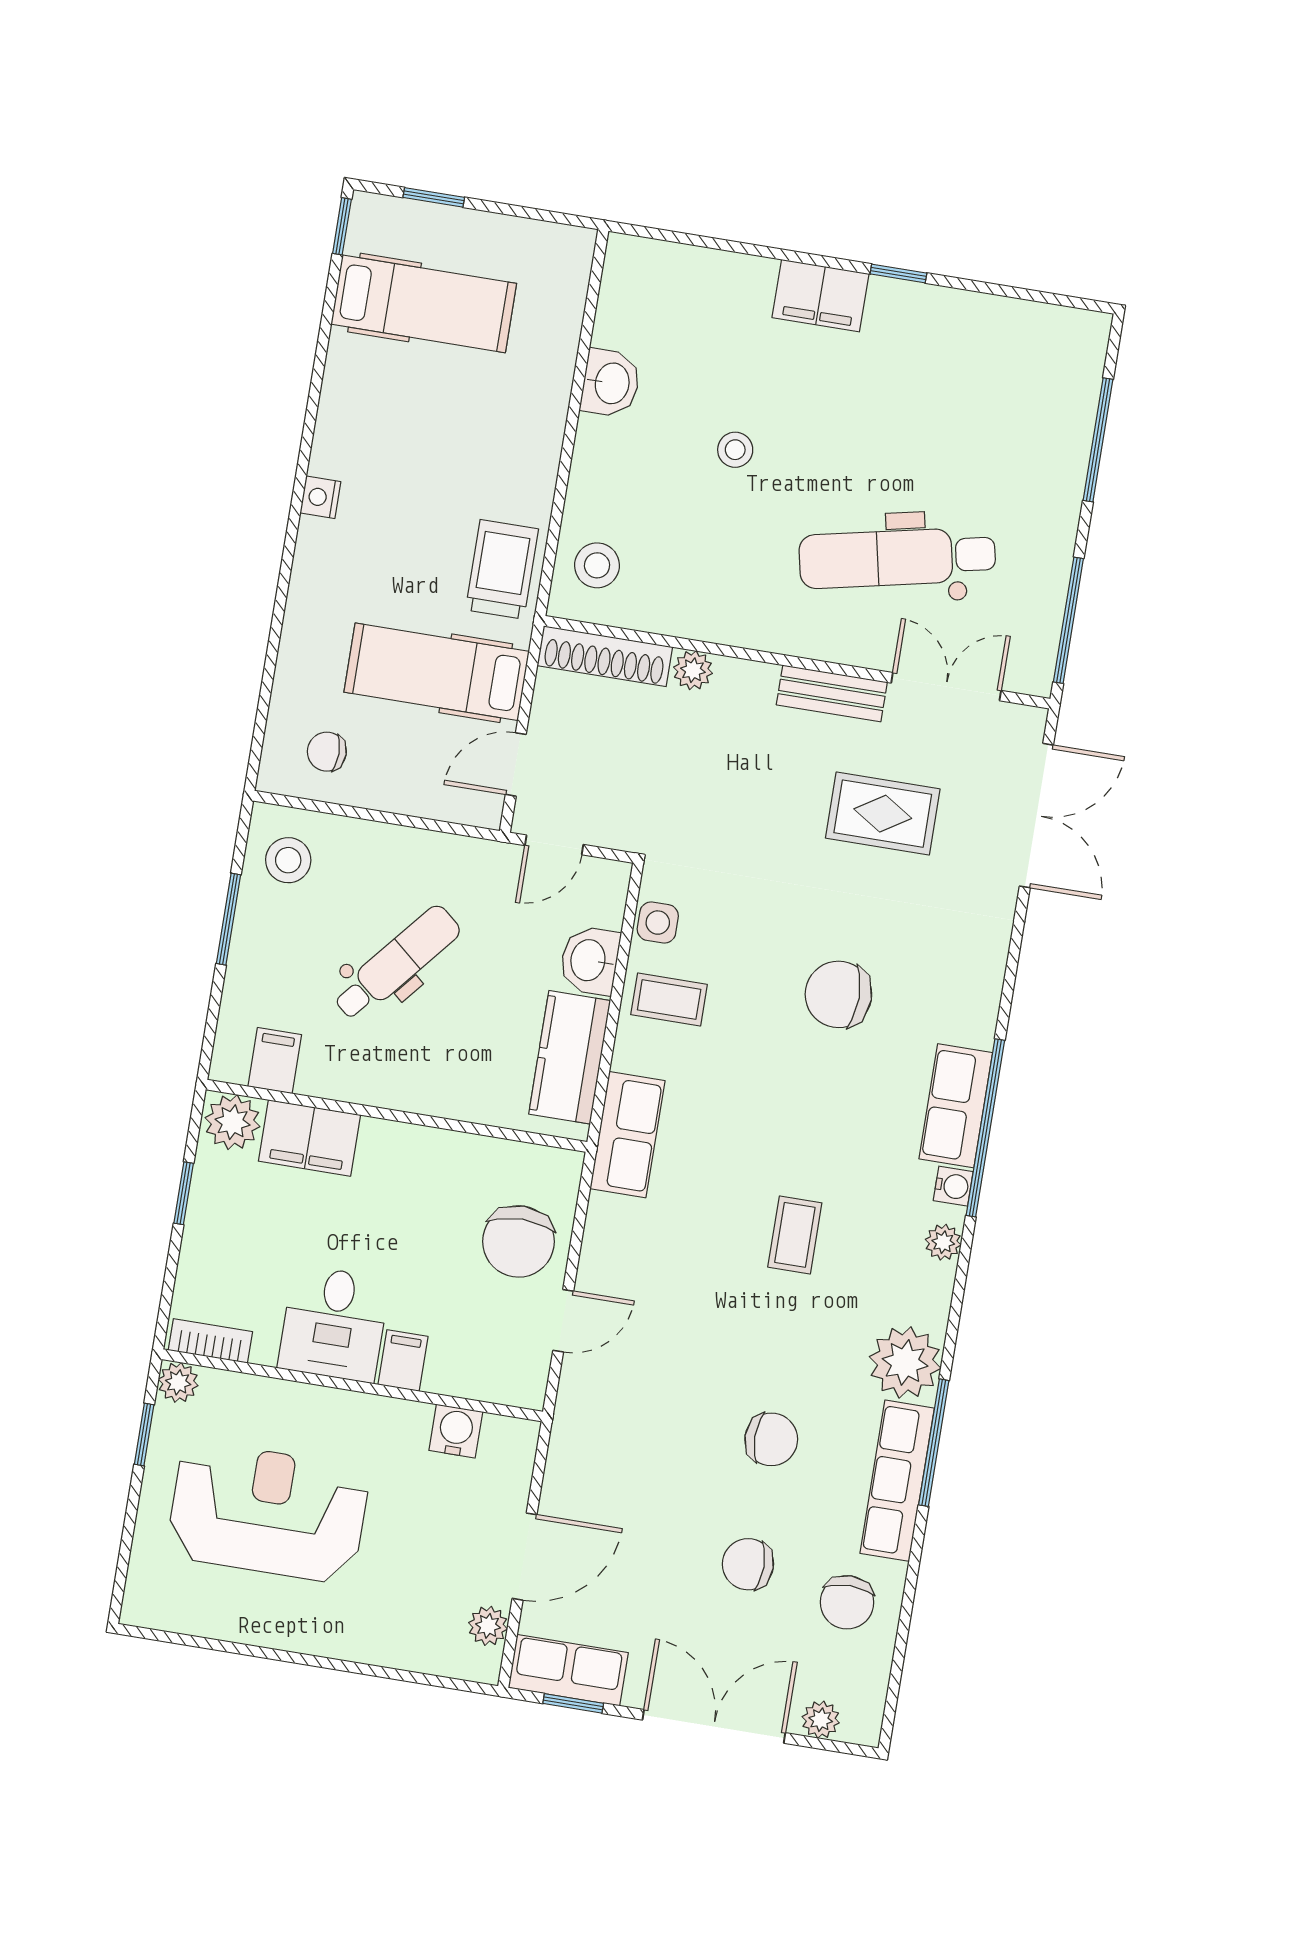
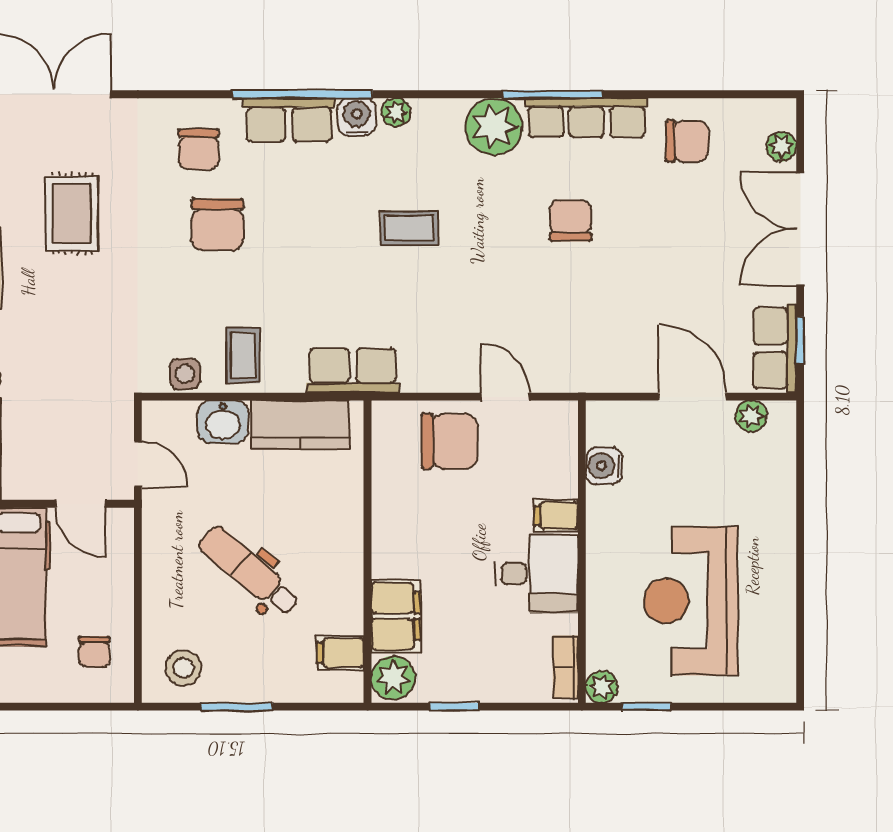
water cooler: (953, 1186) -> (357, 117), width x1.38, depth x1.38
chair: (748, 1564) -> (199, 149), moved

